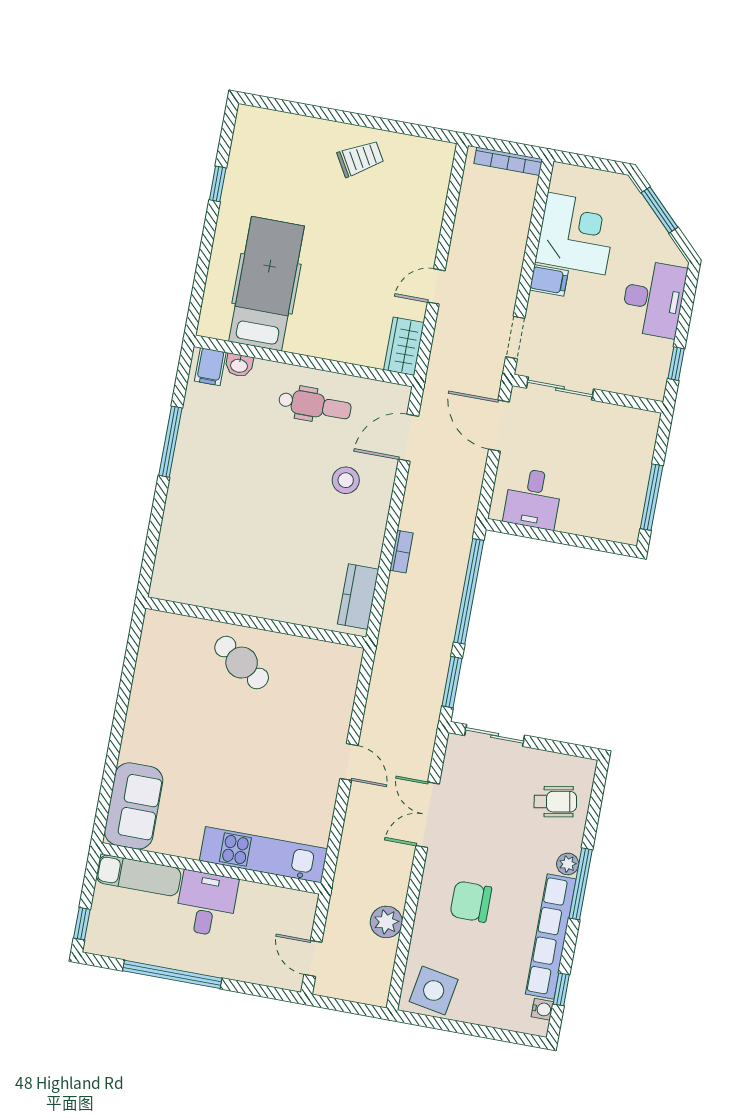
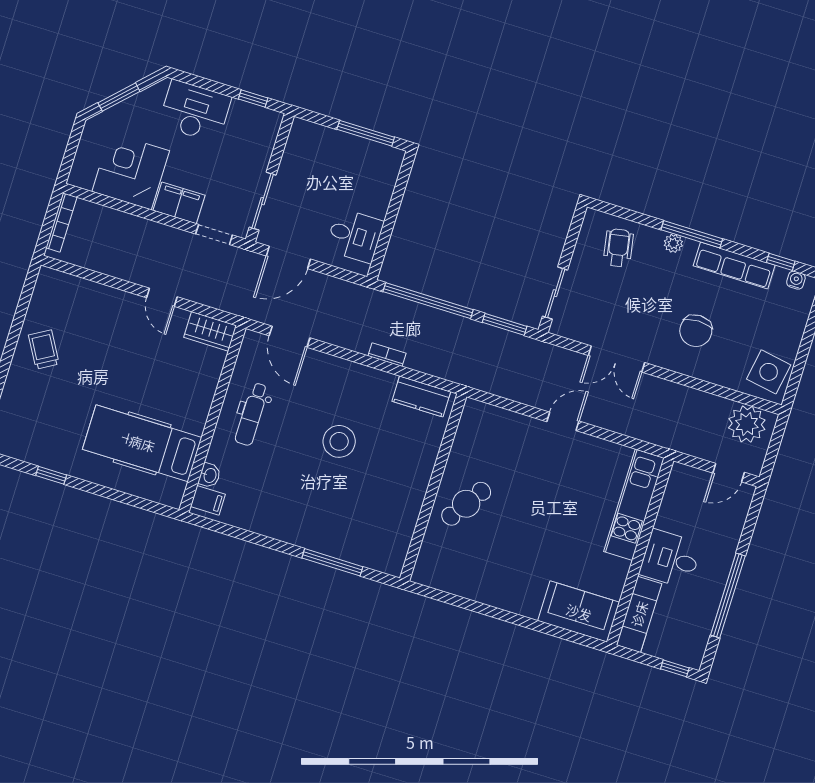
filing cabinet: (549, 280) -> (179, 203), width x2.00
dental chair: (315, 405) -> (252, 414), turned 180
window: (170, 442) -> (332, 562), moved
stool: (346, 480) -> (339, 441), moved, width x1.38, depth x1.38
plant: (386, 922) -> (747, 424), moved, width x1.36, depth x1.36
row of seats: (551, 936) -> (734, 265), width x0.73

